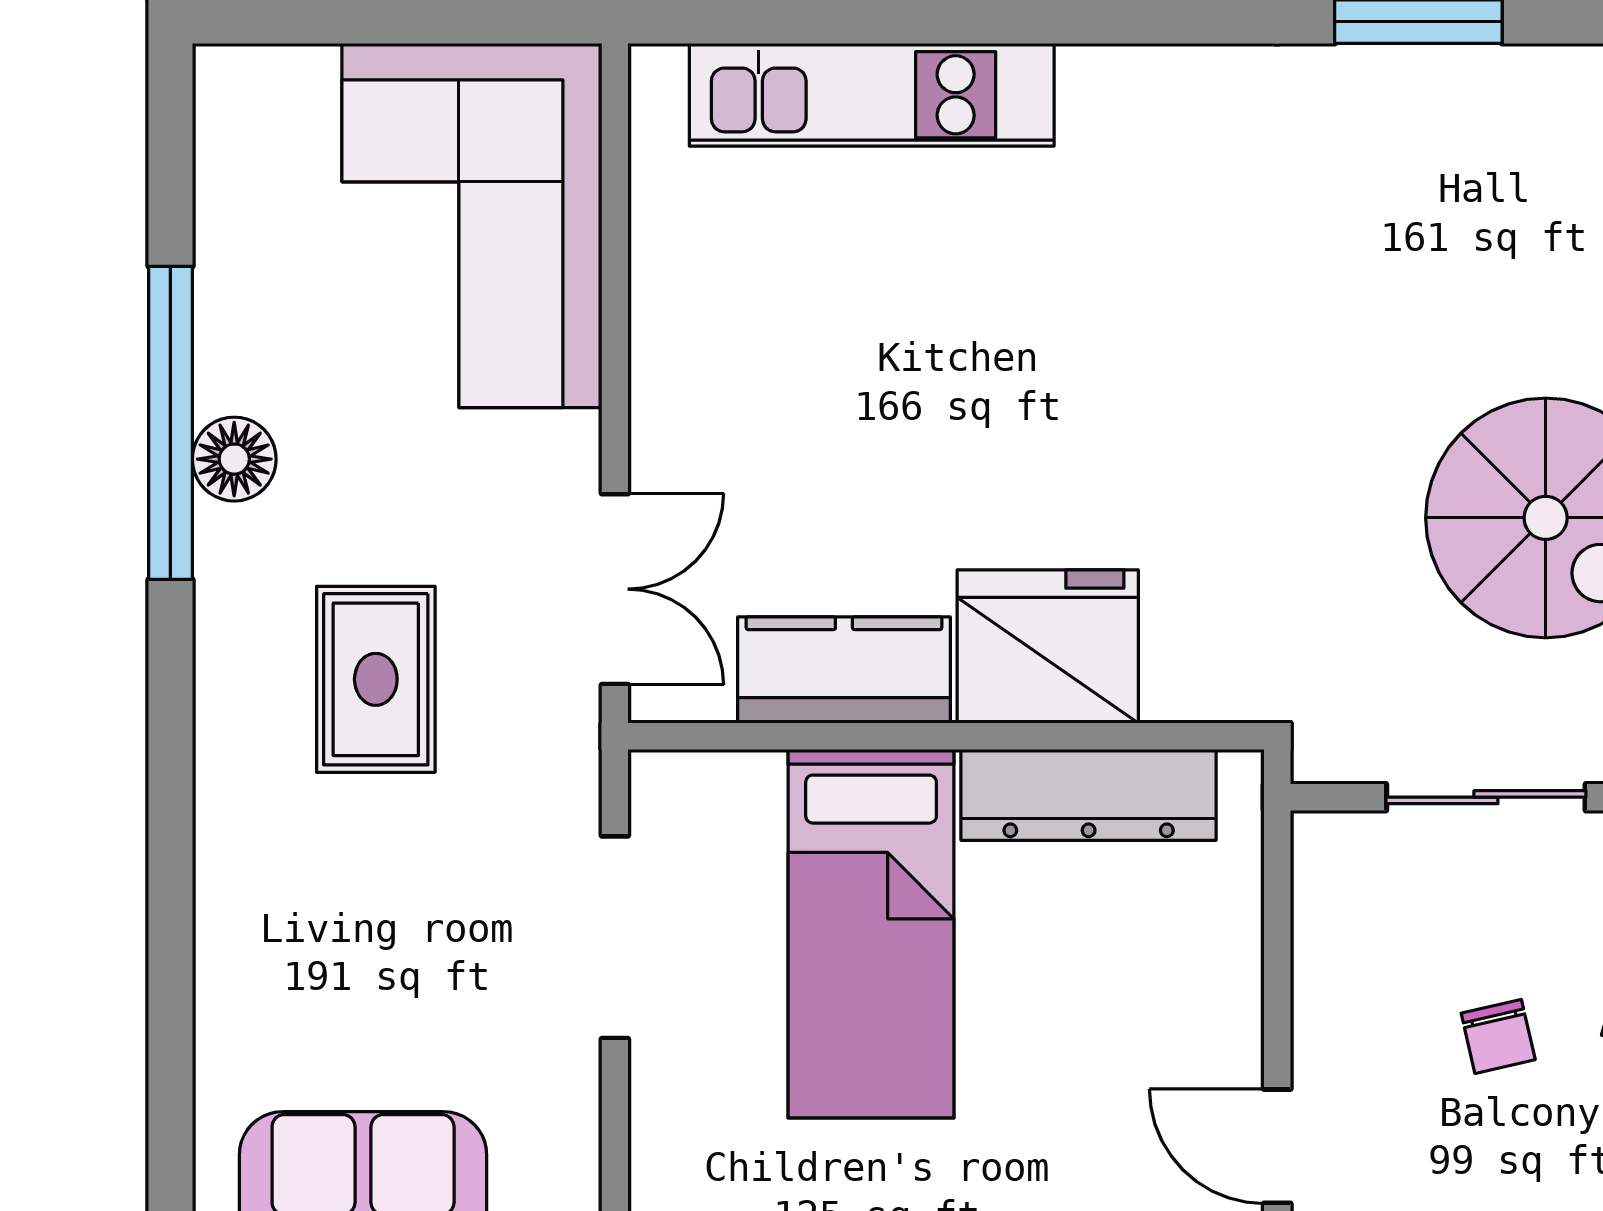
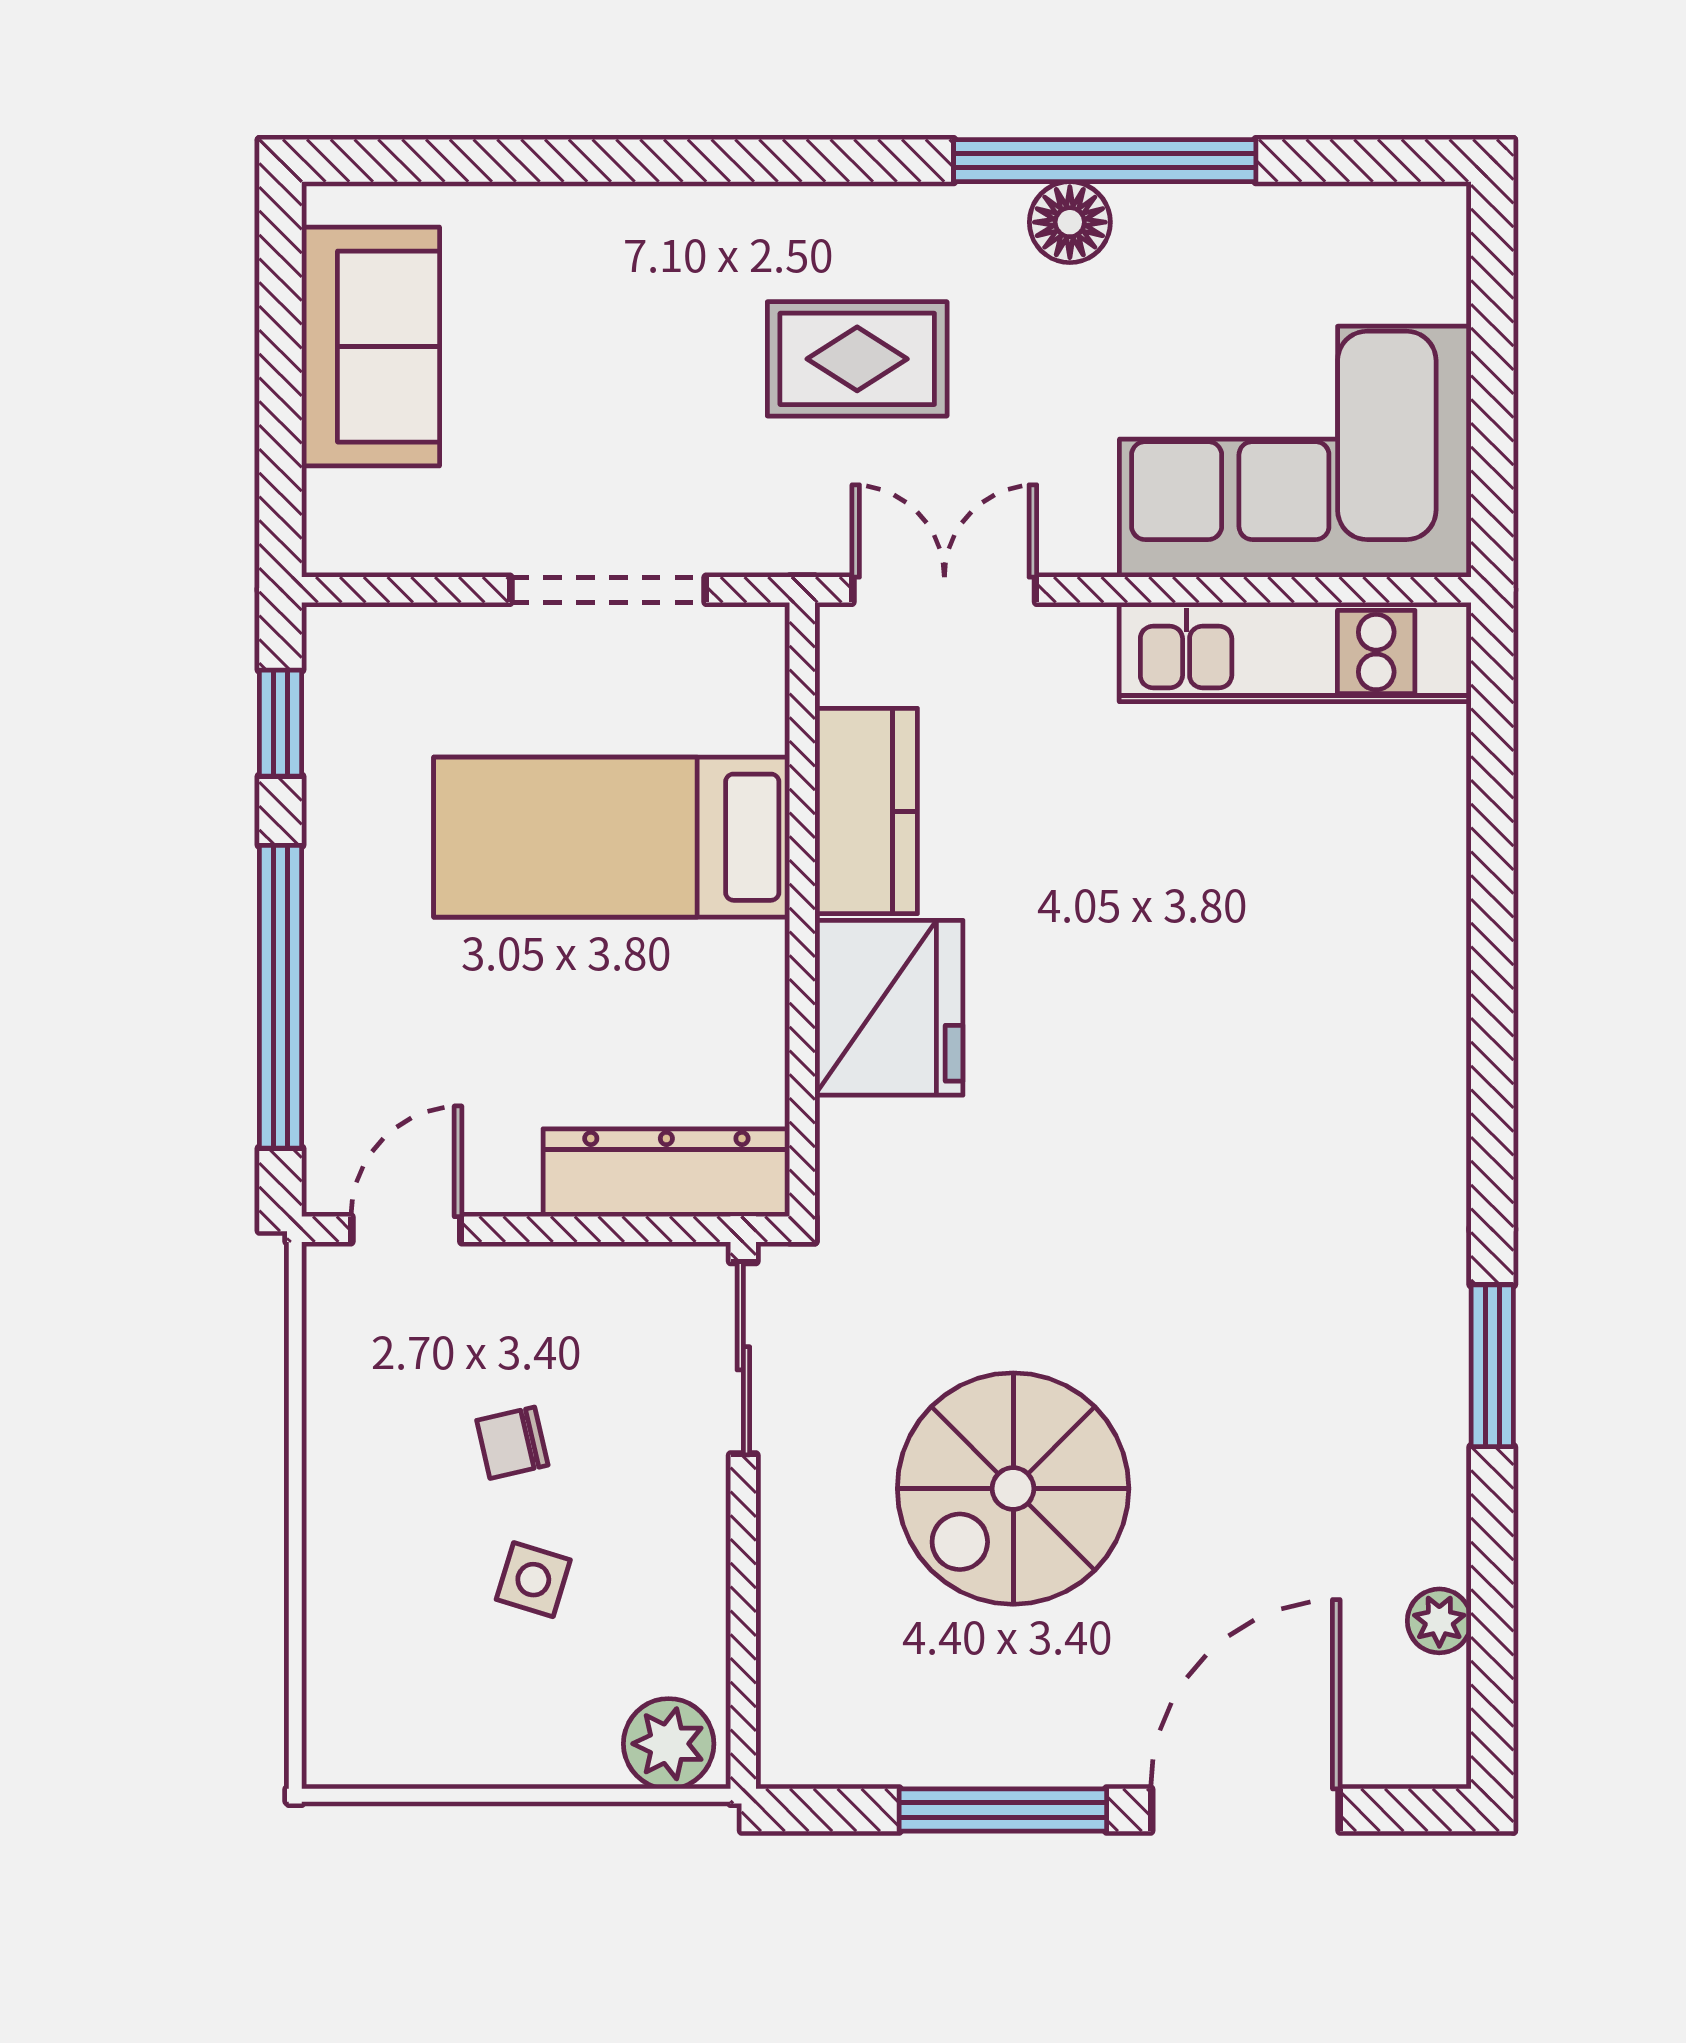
kitchen unit: (872, 95) -> (1295, 652), moved, turned -90
double door: (615, 589) -> (944, 590), swing flipped
dresser: (1089, 795) -> (666, 1173), moved, turned 90
sliding door: (1486, 797) -> (743, 1358), moved

